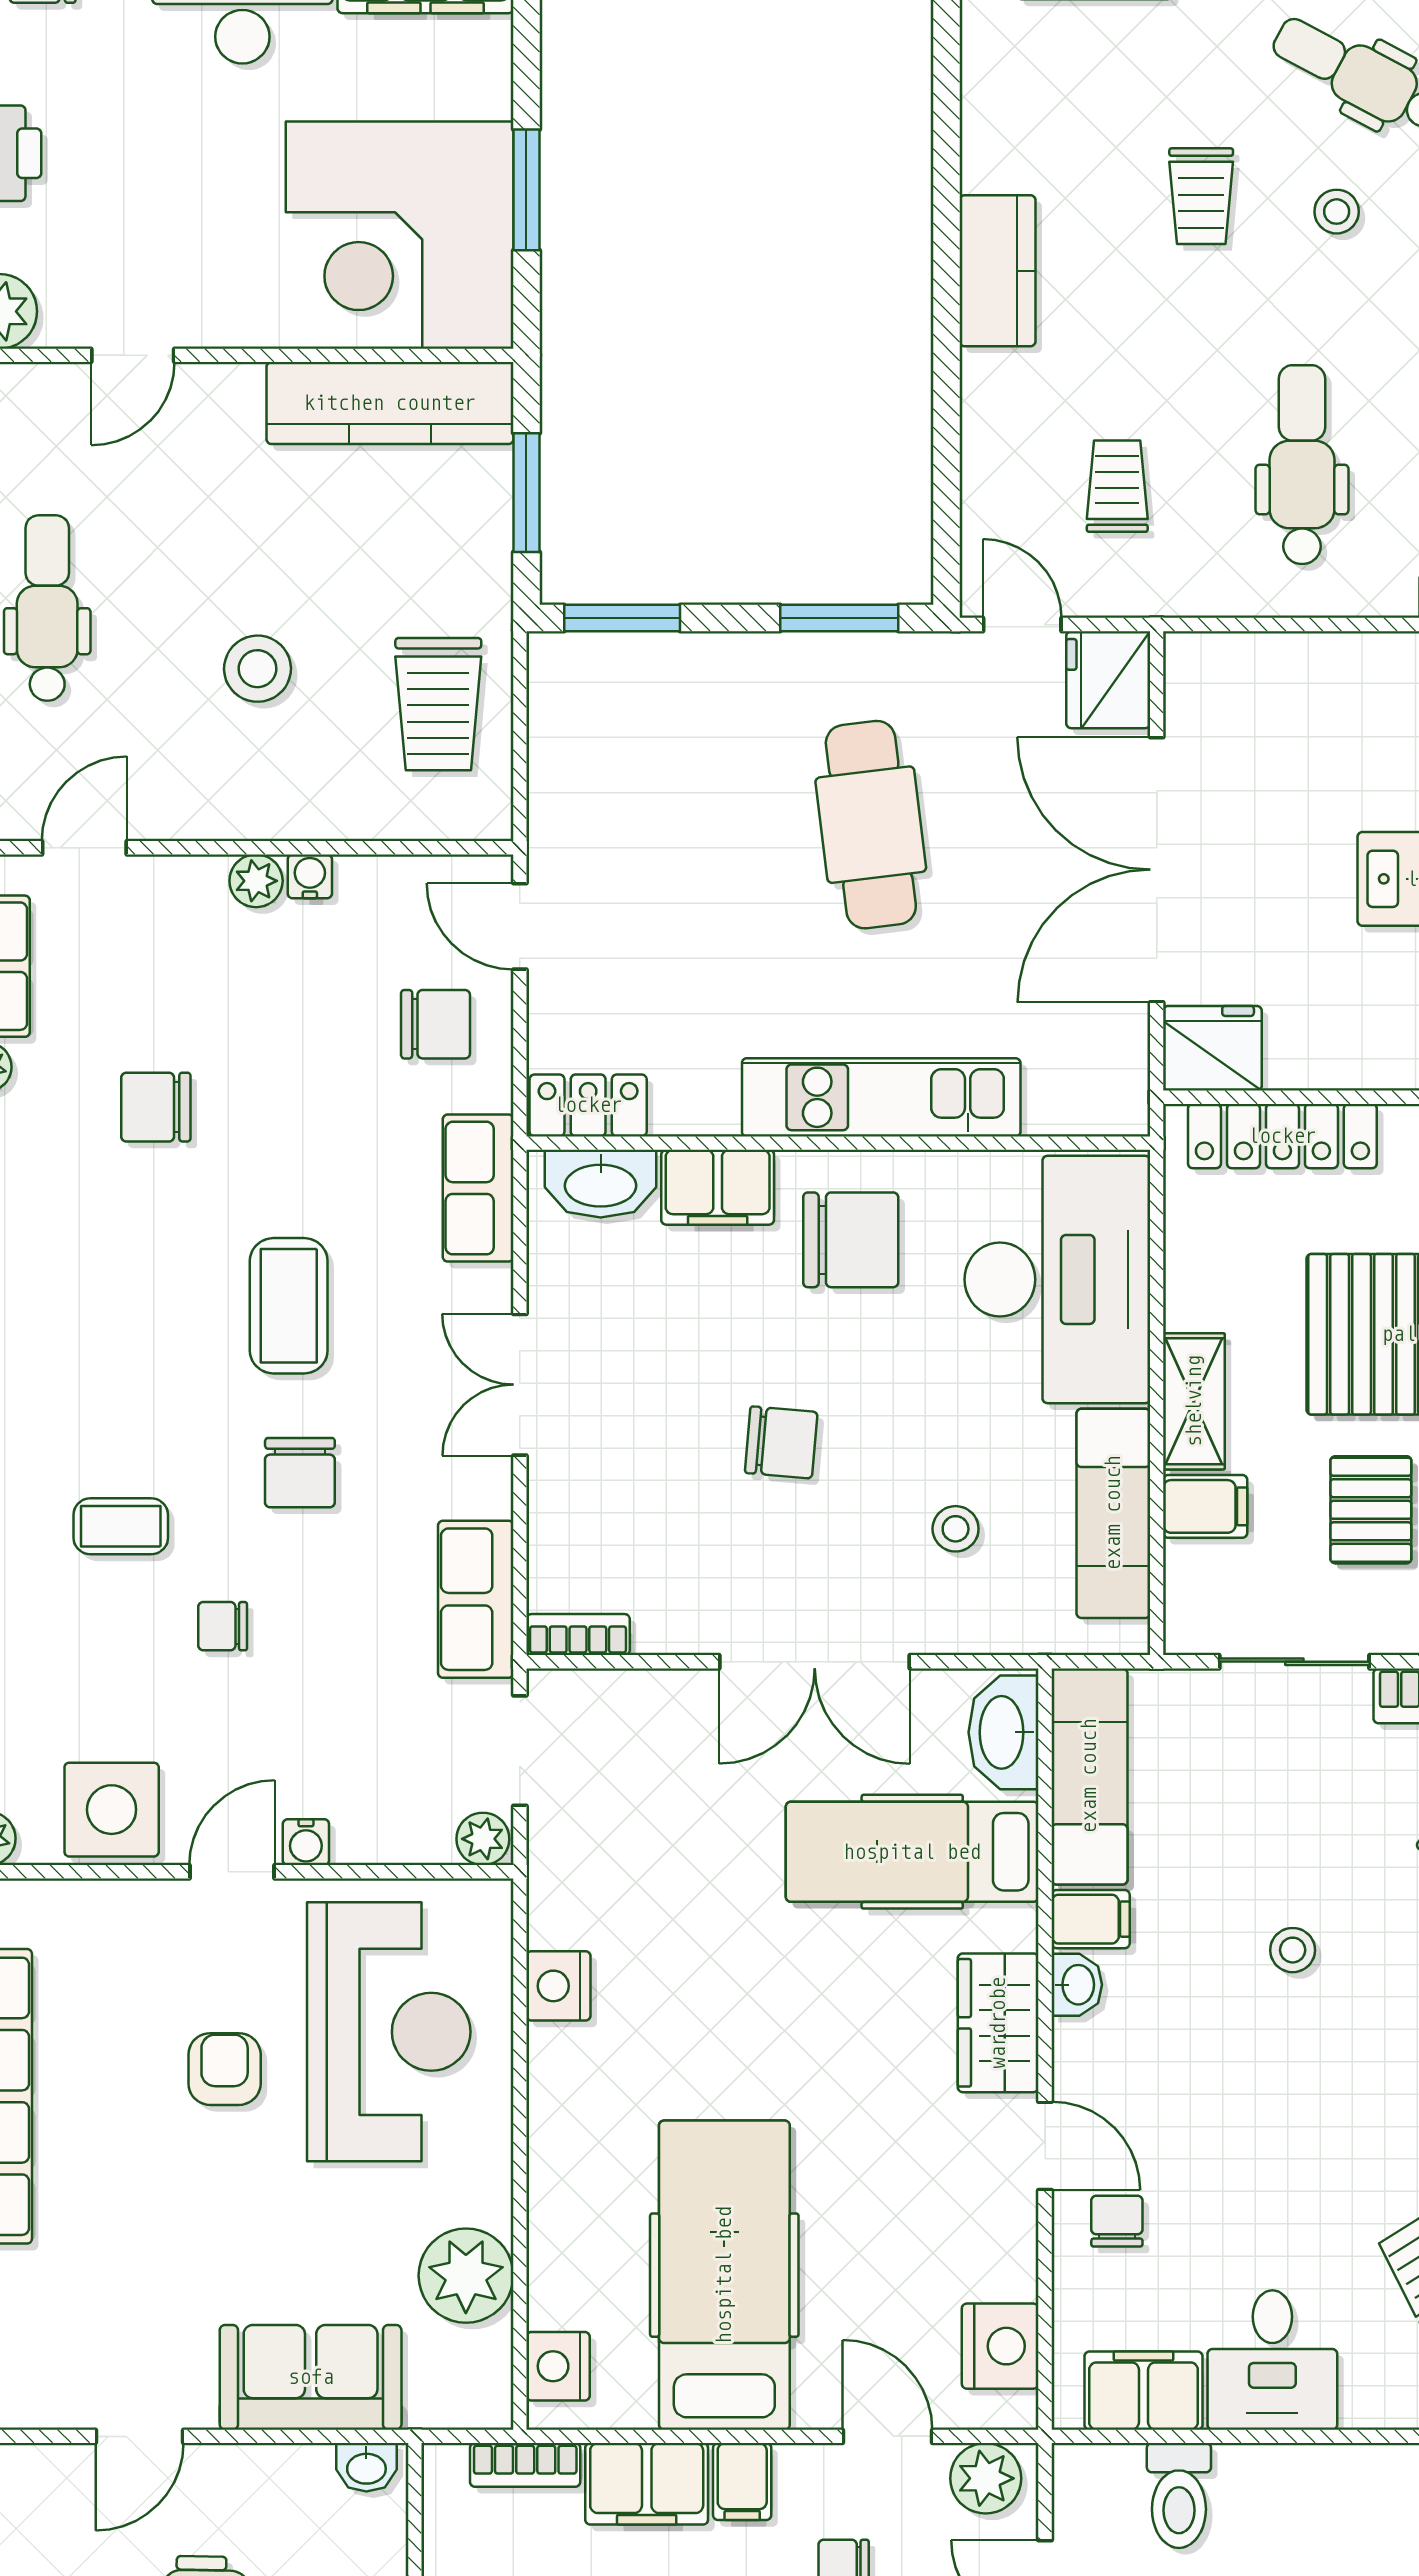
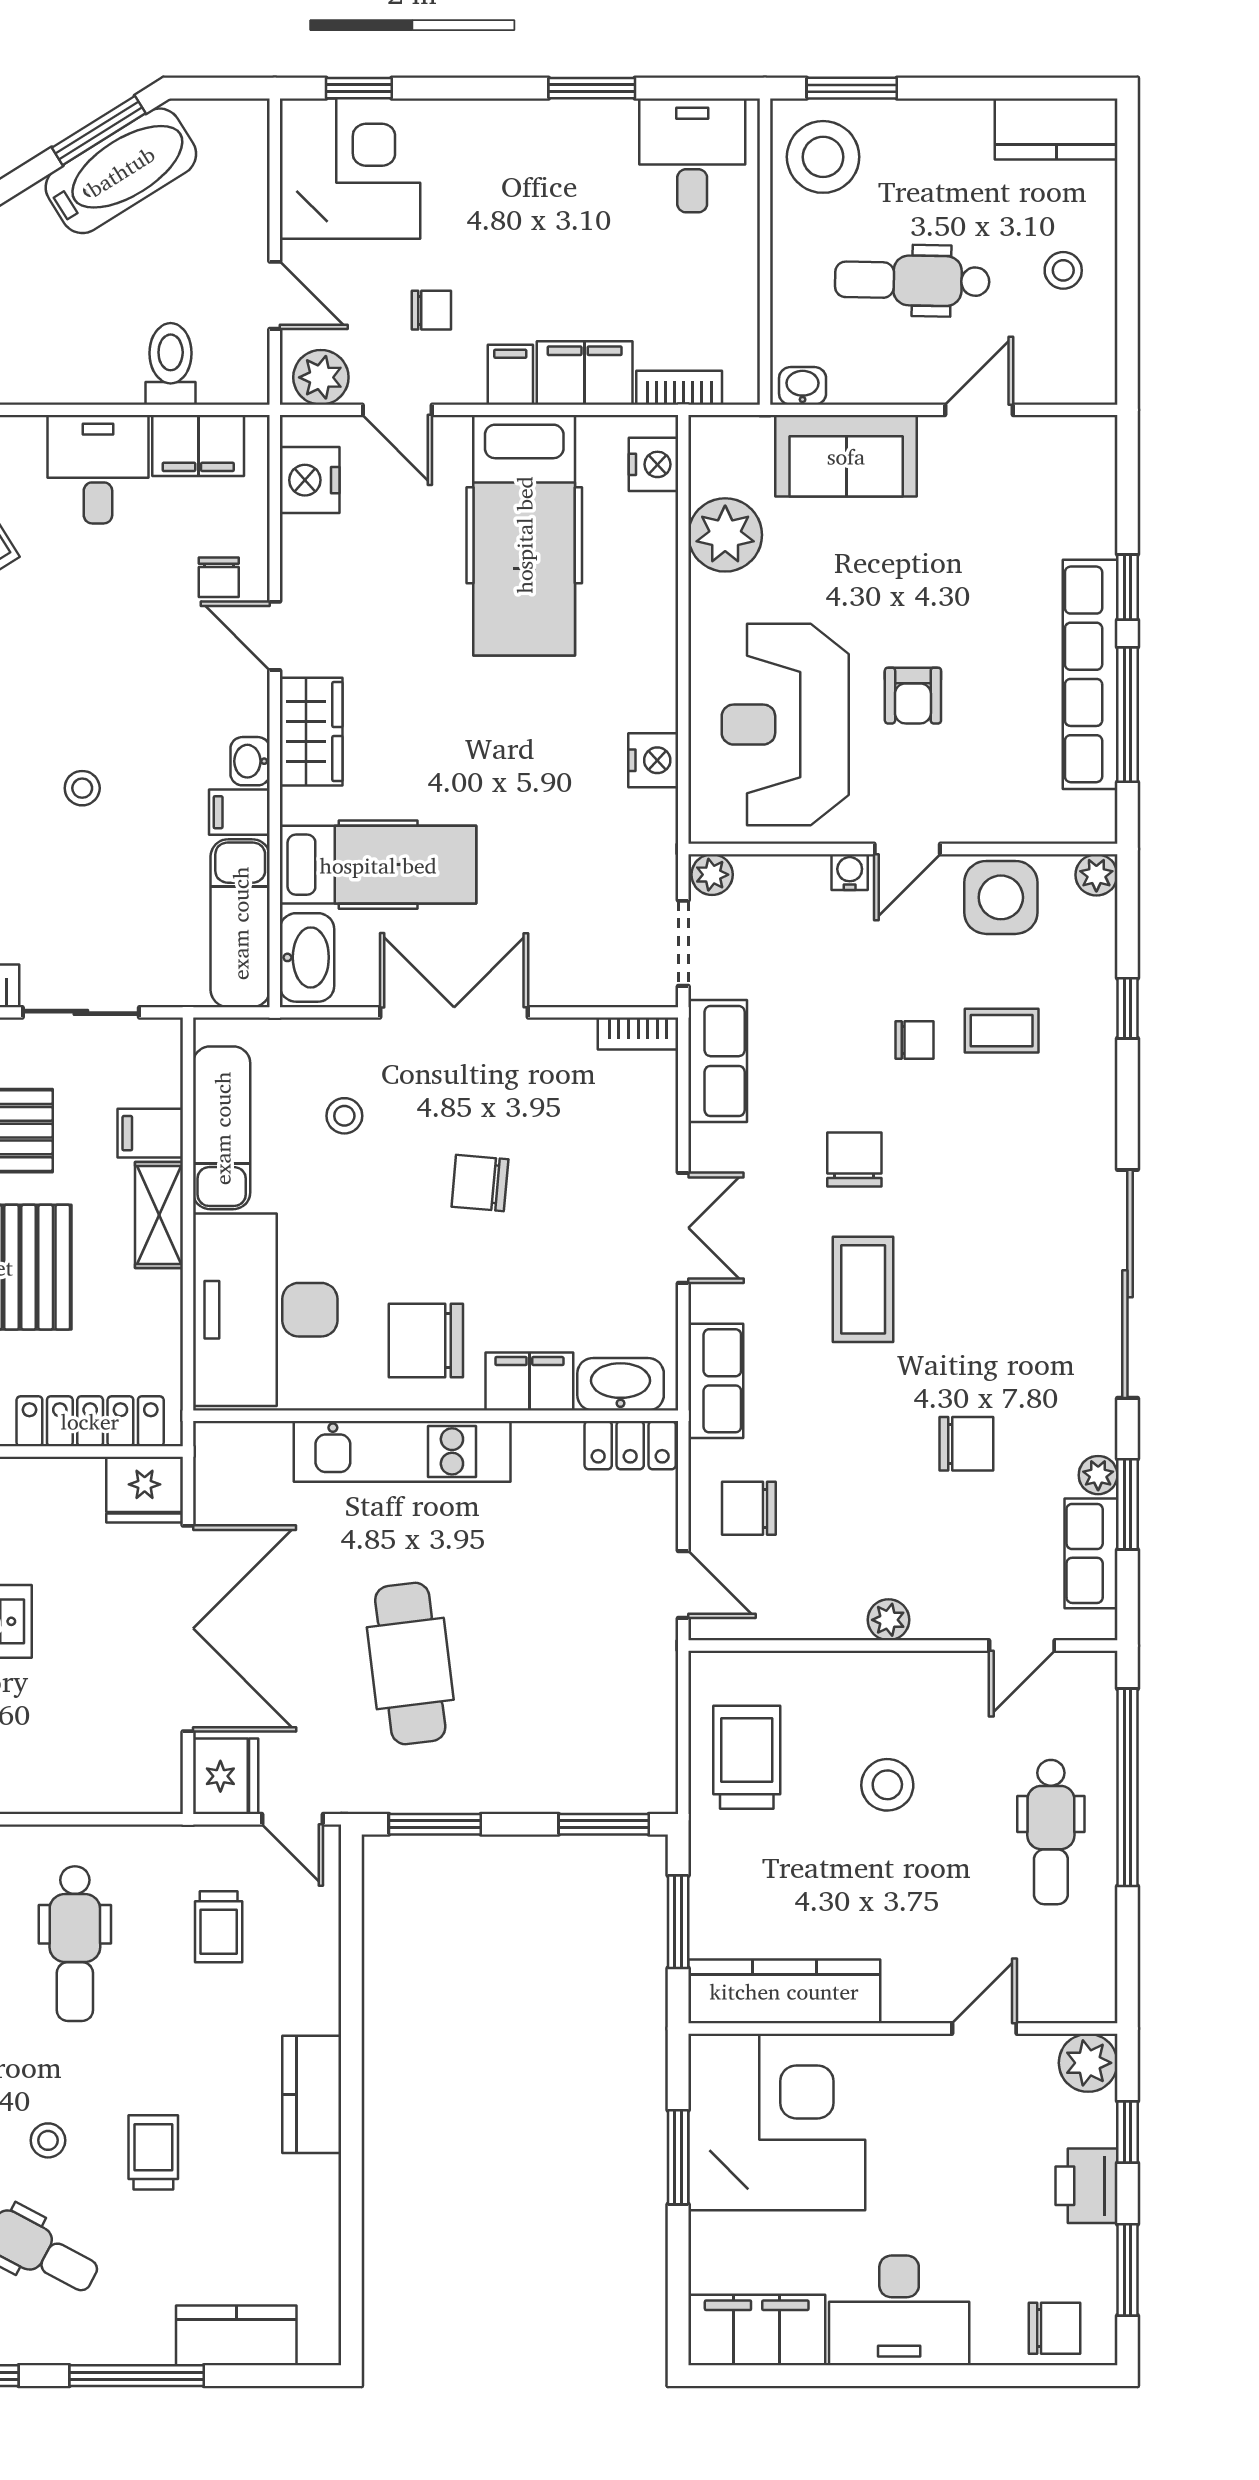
water cooler: (310, 876) -> (847, 1623), removed
coffee table: (121, 1526) -> (1002, 1031), moved

